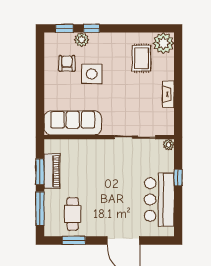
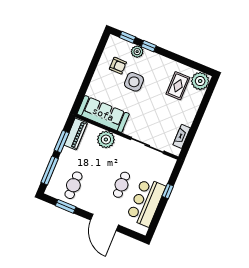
armchair: (67, 64) -> (118, 66), turned 90
fireplace: (168, 94) -> (182, 136), moved
plant: (169, 145) -> (106, 140), moved, width x1.87, depth x1.87
piano: (52, 171) -> (76, 134), moved
cafe table: (125, 192) -> (121, 185), added

